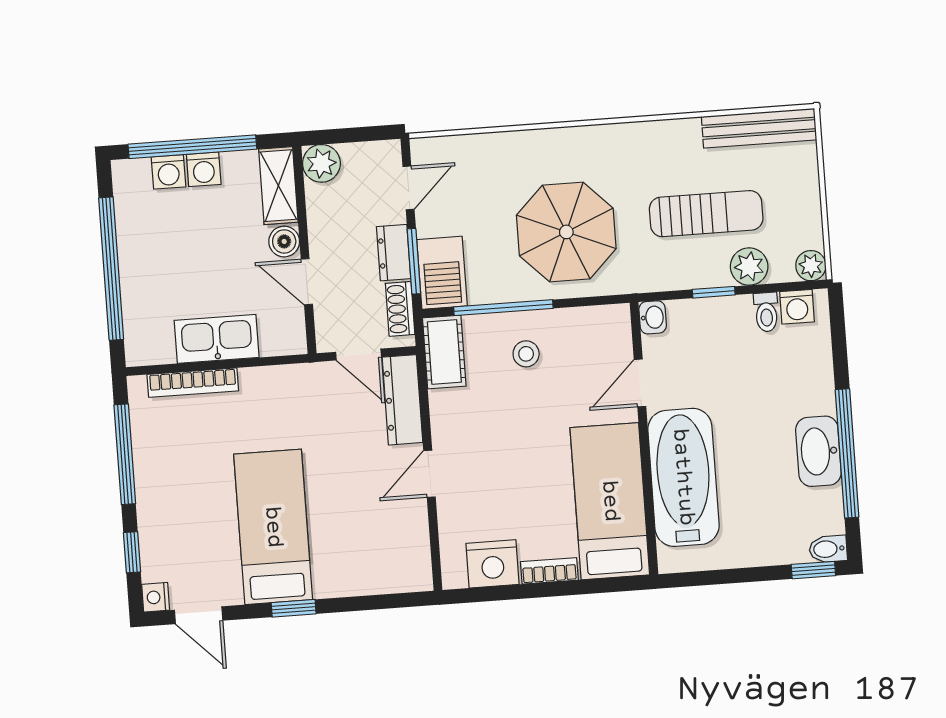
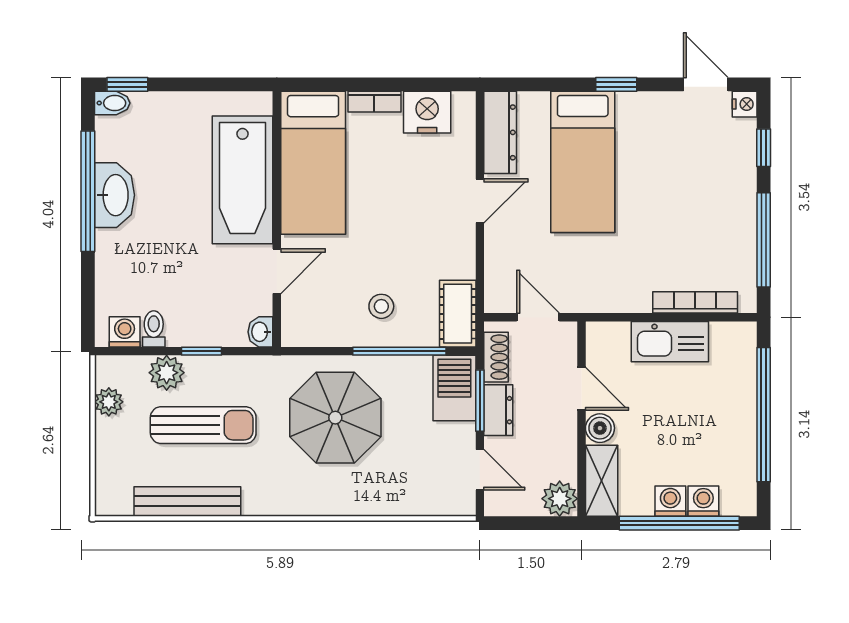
bench: (759, 128) -> (187, 501), moved
door: (408, 188) -> (480, 470), swing flipped
sun lounger: (706, 214) -> (203, 425), turned 180
plant: (811, 266) -> (109, 402), moved
dresser: (402, 400) -> (500, 132), moved
bed: (273, 527) -> (583, 162), moved

